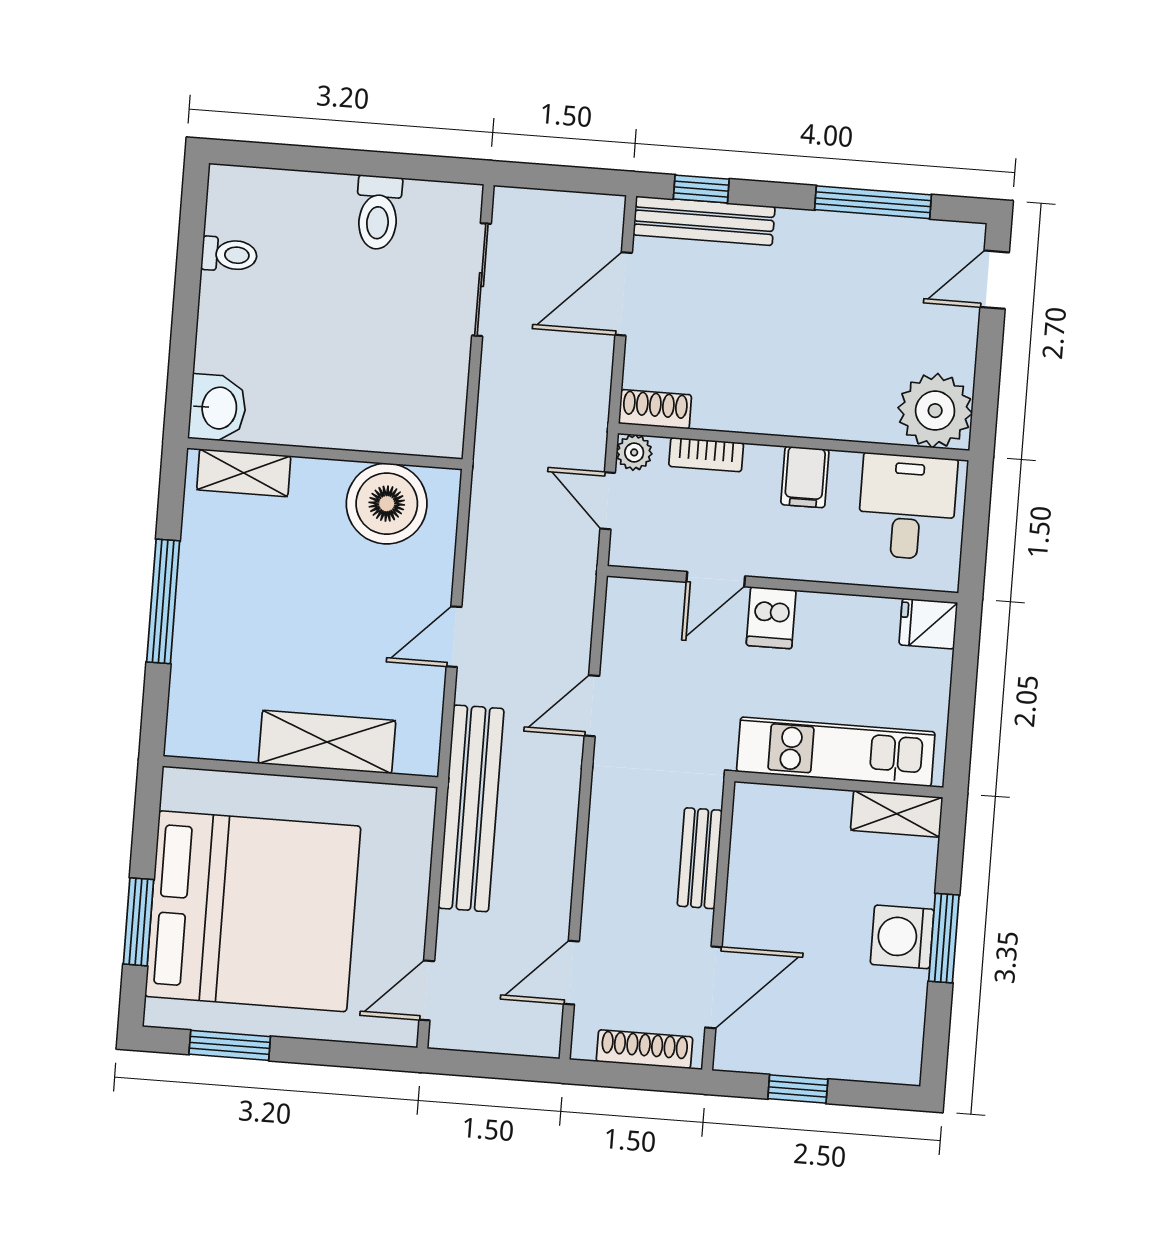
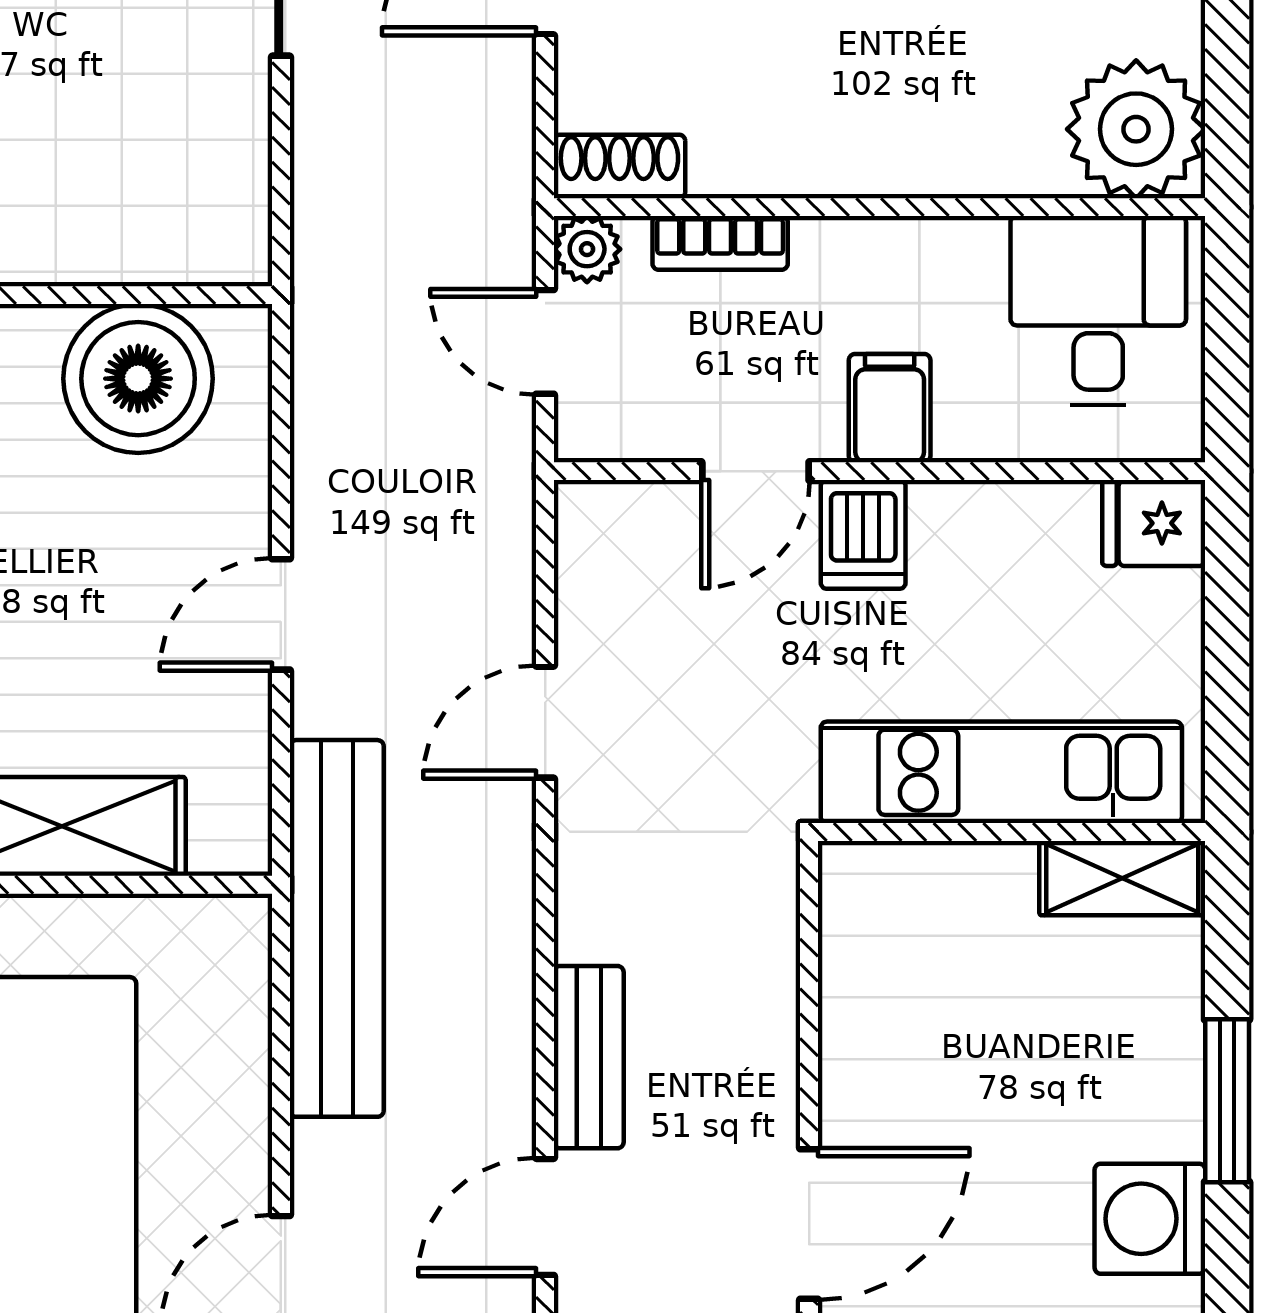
filing cabinet: (805, 477) -> (890, 408), moved, turned 180
bench: (700, 858) -> (589, 1057), moved
washing machine: (902, 937) -> (1150, 1219), moved

